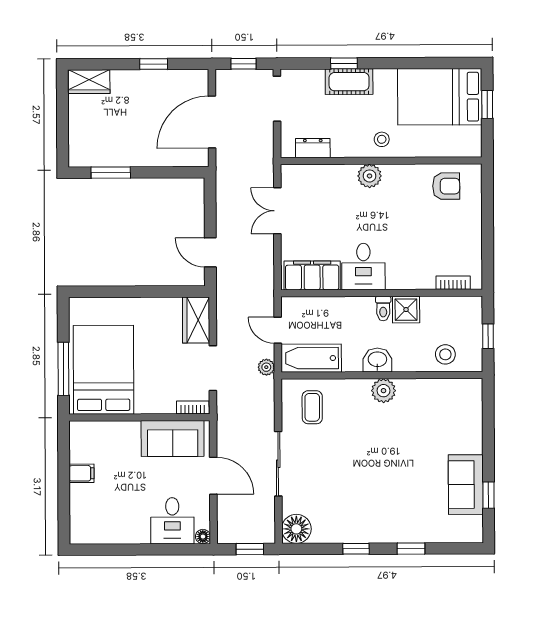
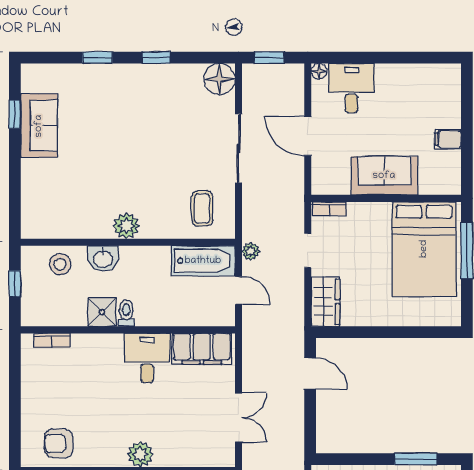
washbasin: (377, 360) -> (103, 259), moved
doorway: (213, 368) -> (308, 250), width x0.73
sofa: (173, 439) -> (384, 176), moved

